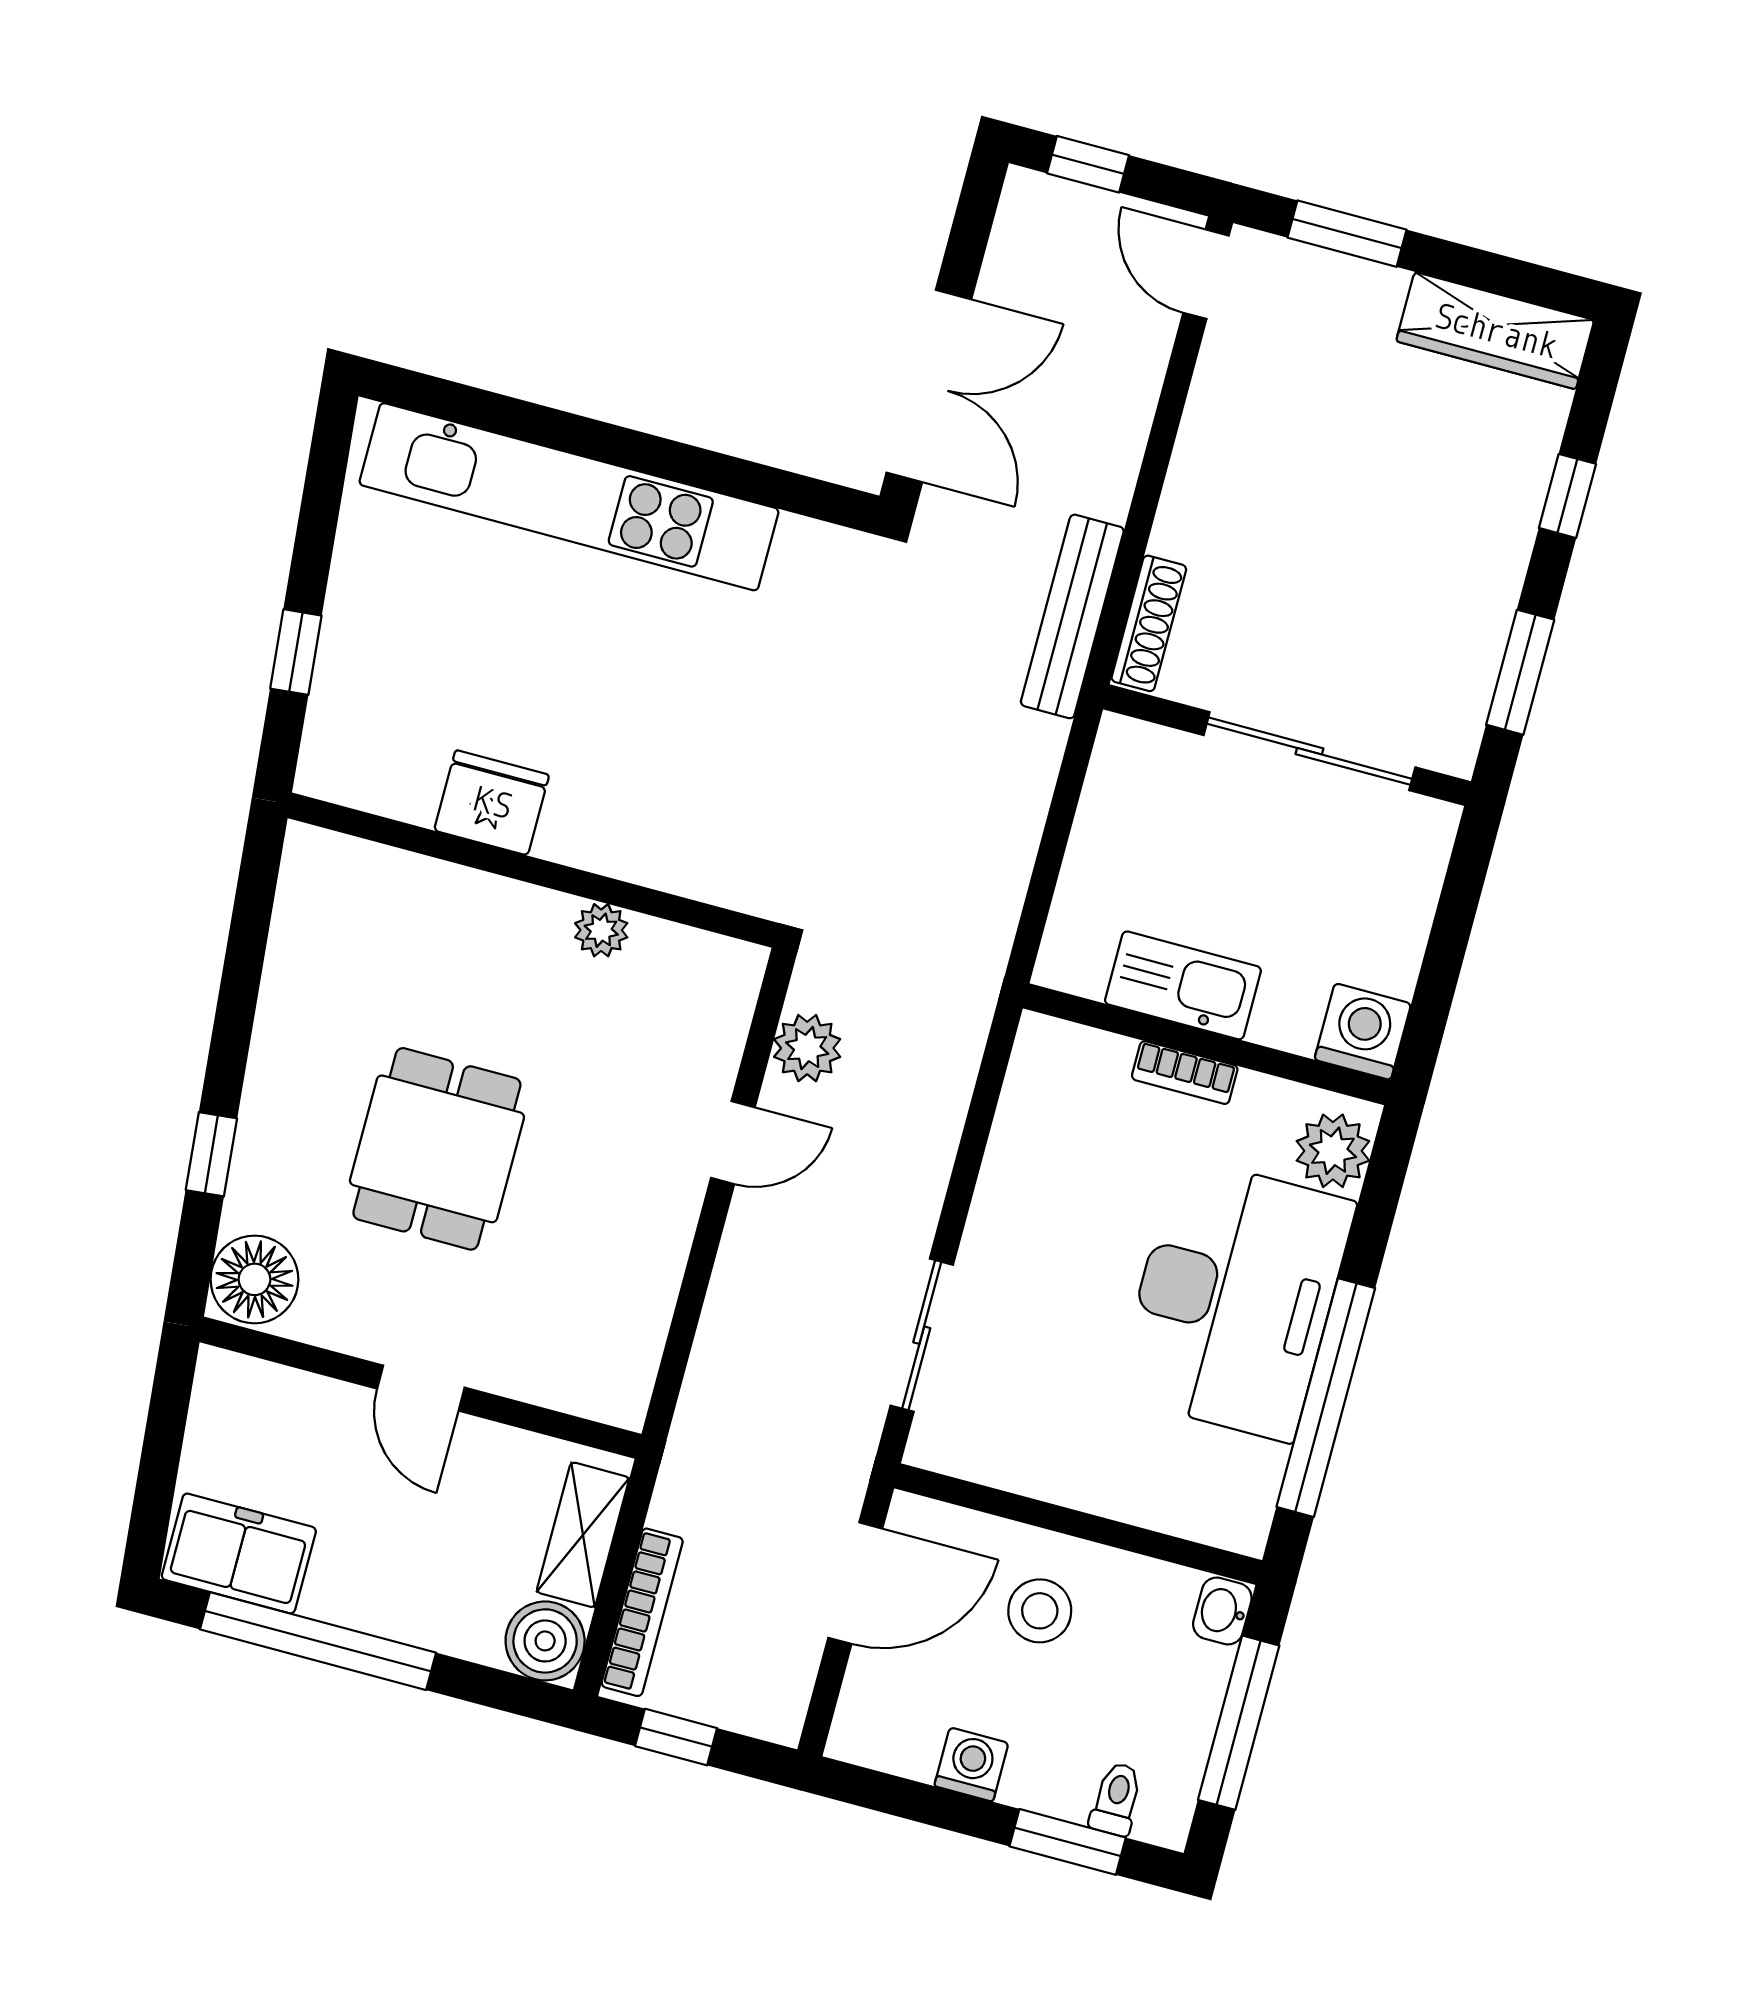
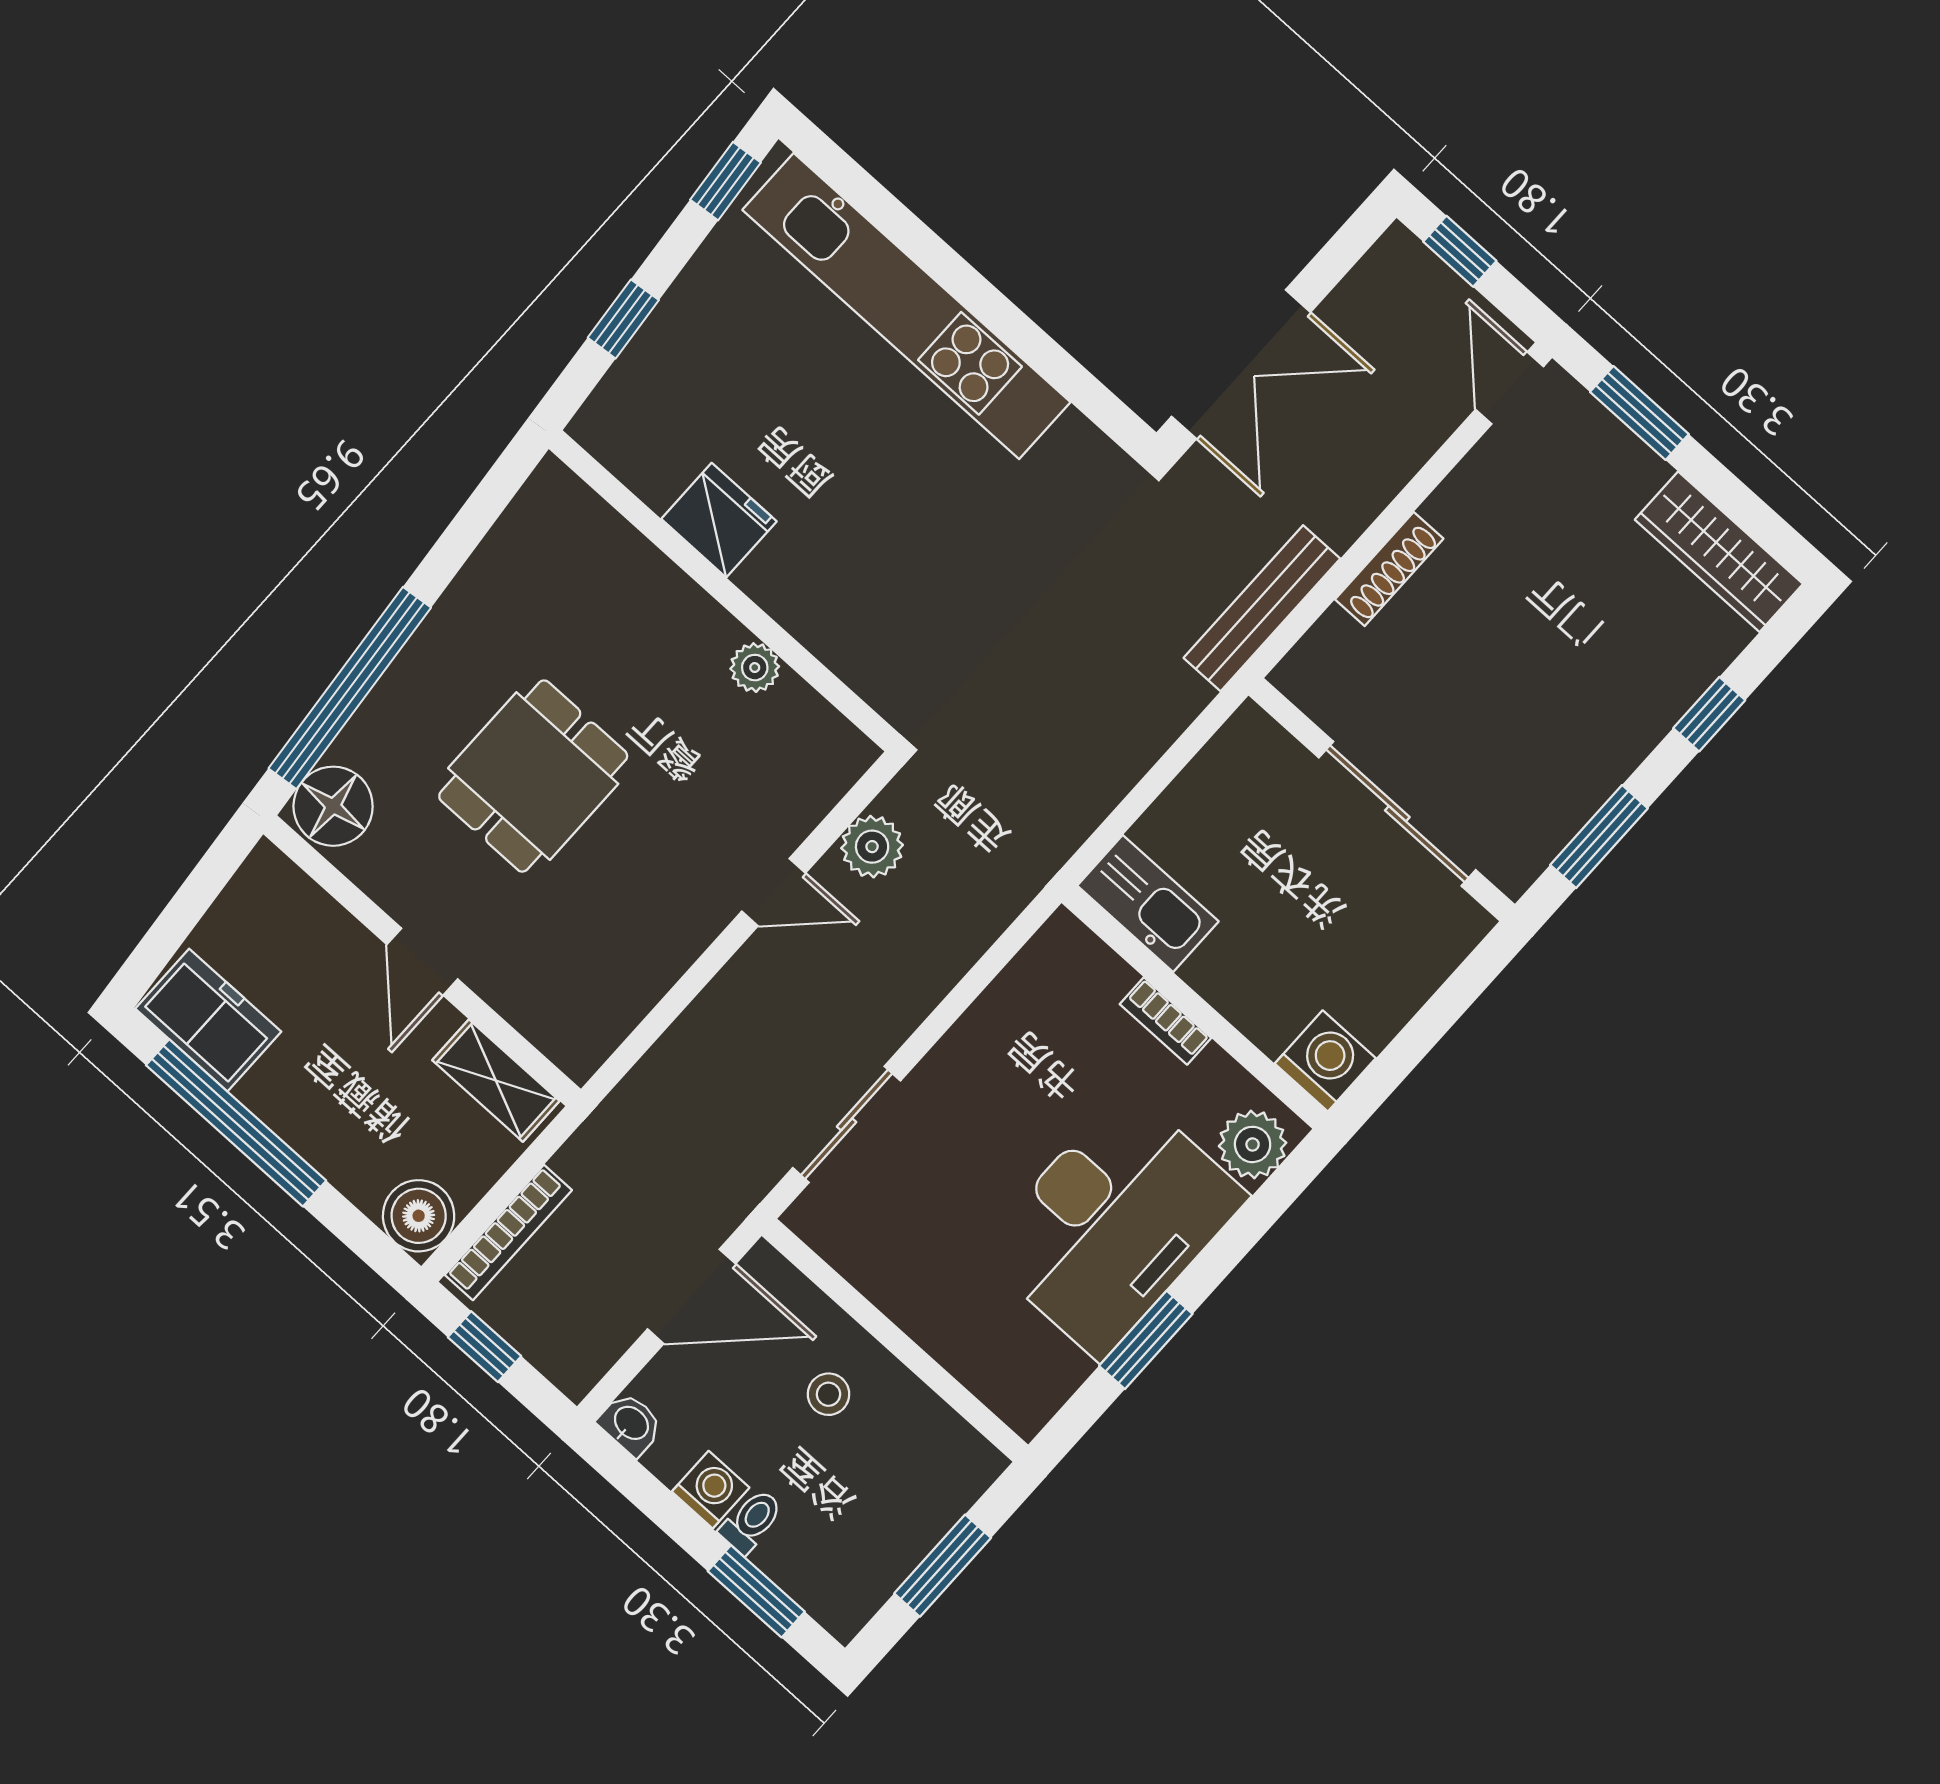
window: (327, 465) -> (725, 181), added
shoe rack: (1149, 623) -> (1389, 569), moved
kitchen sink: (1183, 985) -> (1148, 904), moved
window: (211, 1154) -> (350, 688), width x3.17
window: (1326, 1398) -> (1146, 1340), width x0.47
shelving: (583, 1535) -> (496, 1081), moved, turned 90
stool: (1040, 1611) -> (829, 1394), width x0.73, depth x0.73
washbasin: (1222, 1611) -> (631, 1424), moved, turned 90
window: (1239, 1723) -> (943, 1566), width x0.69
toilet: (1116, 1799) -> (751, 1521), moved

